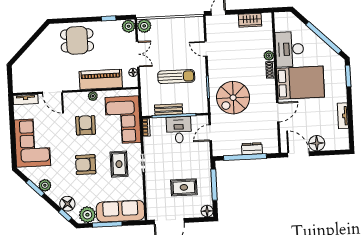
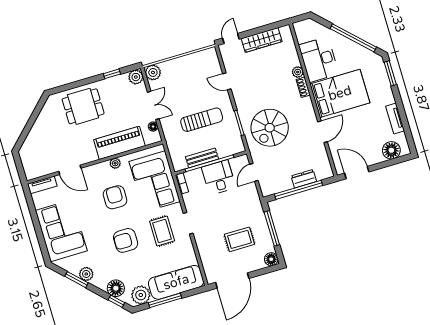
wardrobe: (250, 20) -> (262, 40), width x1.50
floor lamp: (317, 143) -> (391, 150), moved

